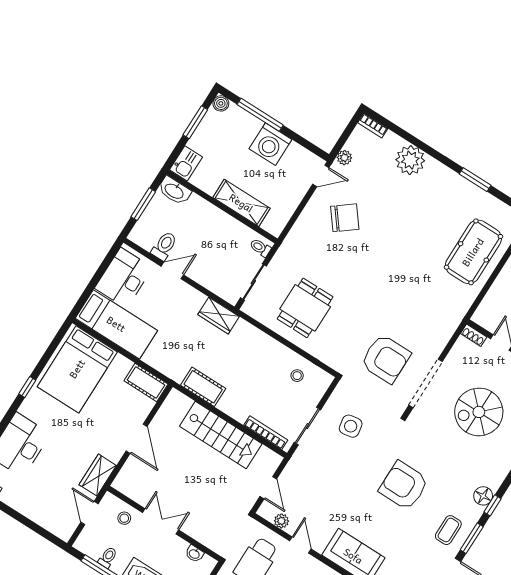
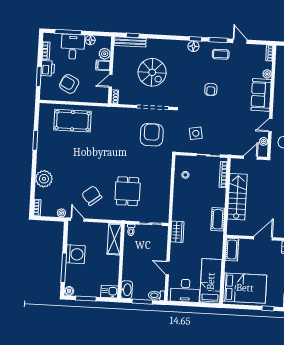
shelving: (241, 203) -> (114, 239), moved
toilet: (164, 246) -> (157, 295), moved
dining table: (305, 308) -> (128, 191), moved, turned 90
armchair: (404, 486) -> (211, 90), width x0.53, depth x0.53

